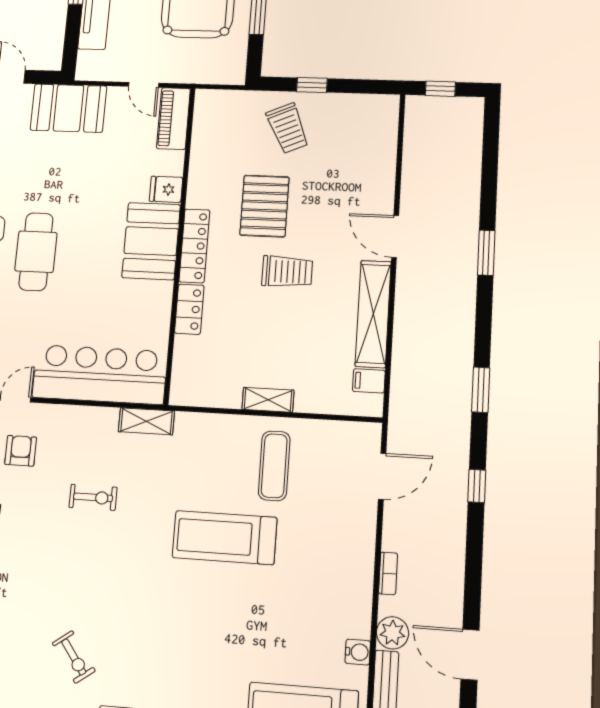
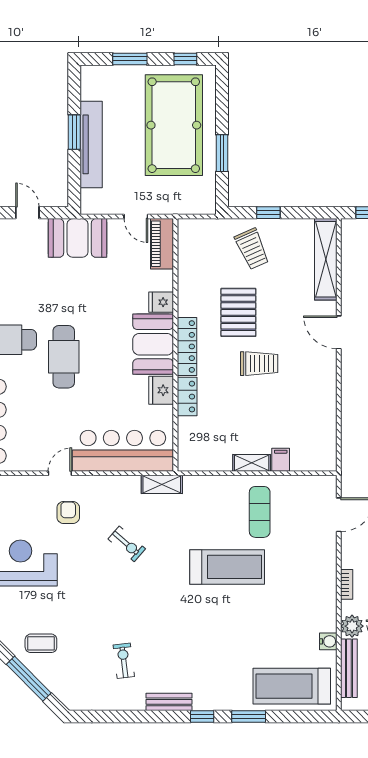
fridge: (156, 299) -> (161, 390), added
shelving: (373, 314) -> (326, 259), moved
filing cabinet: (369, 381) -> (281, 460), moved, turned 90
exercise bike: (93, 497) -> (127, 544), turned 41
treadmill: (225, 538) -> (227, 567), turned 180
exercise bike: (74, 657) -> (124, 661), turned -151

